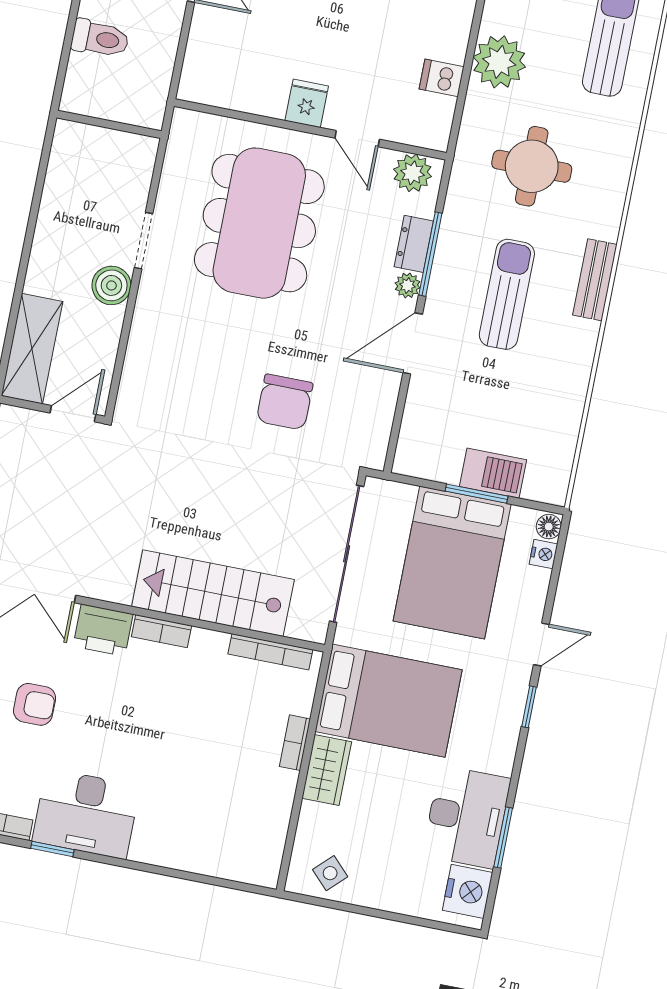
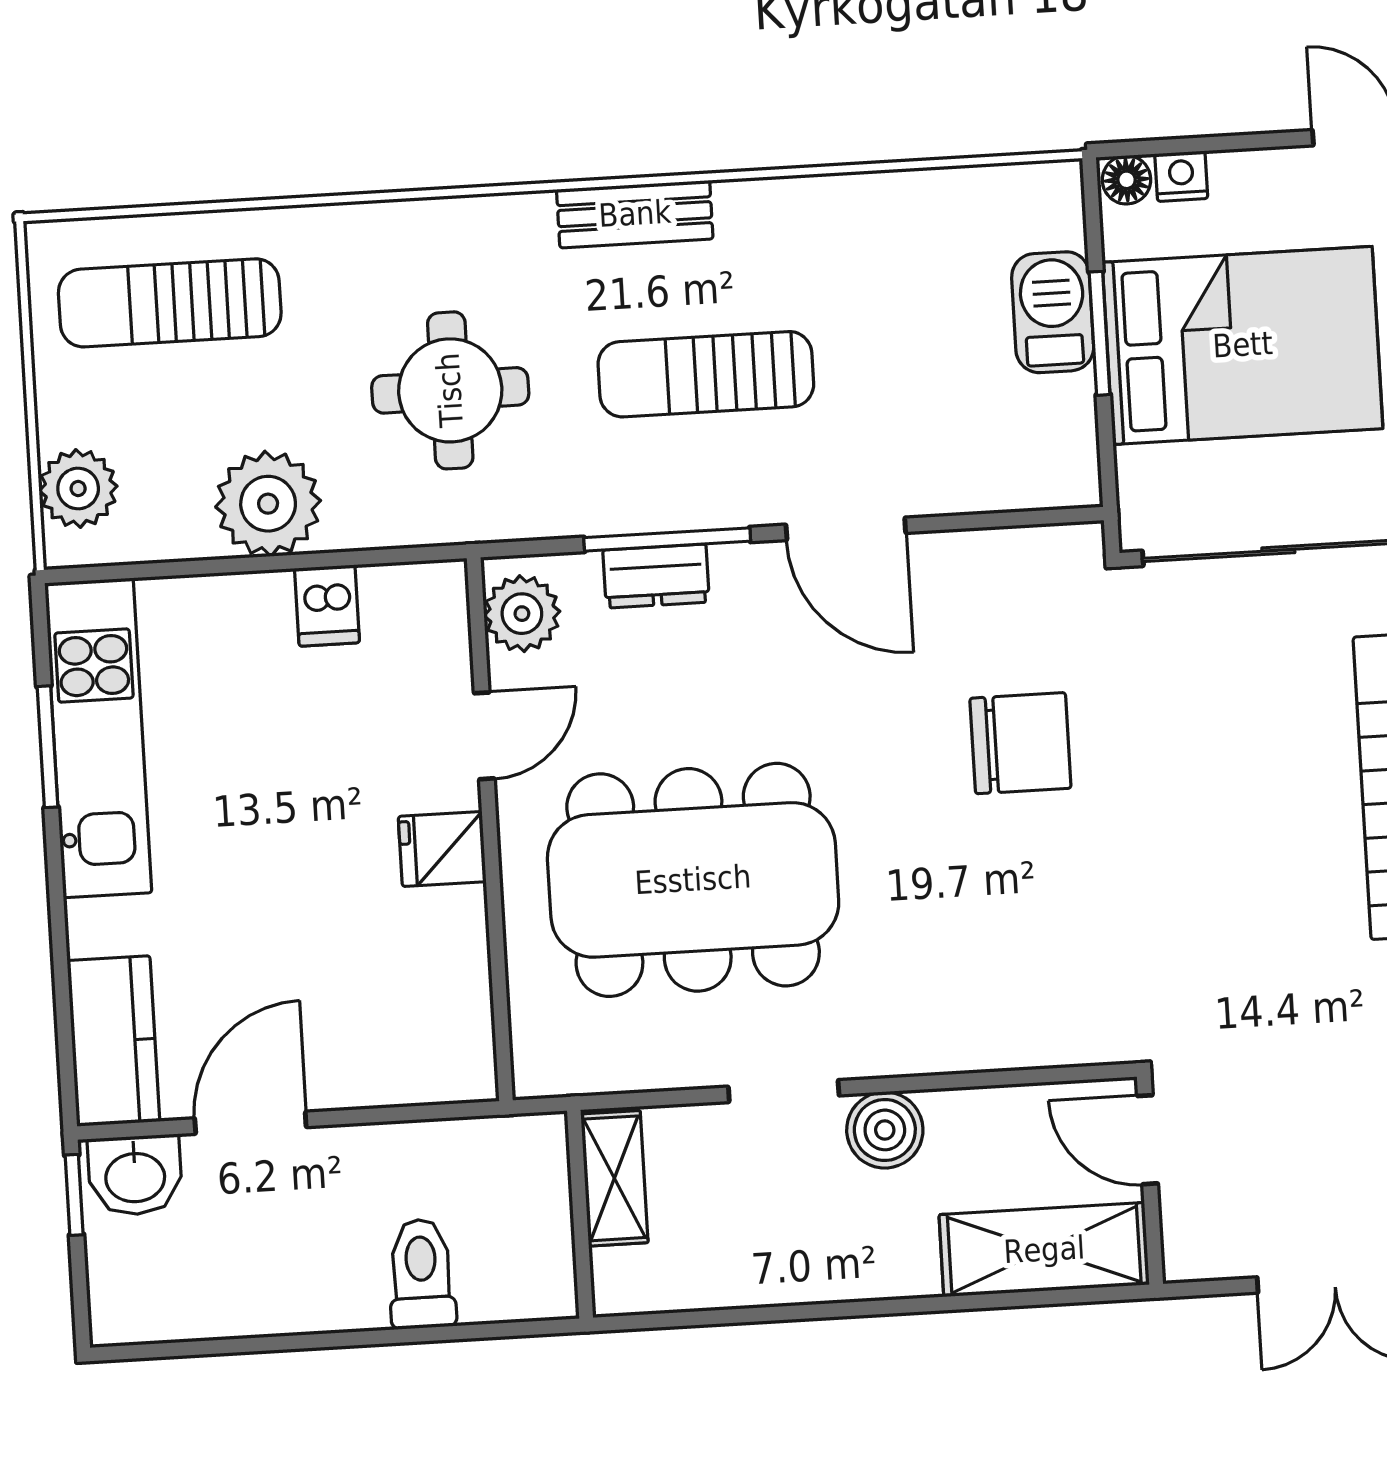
shelving: (122, 146) -> (614, 1178), added
plant: (408, 285) -> (738, 567), removed

